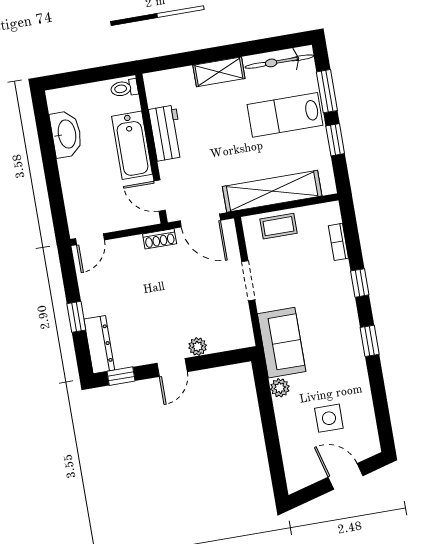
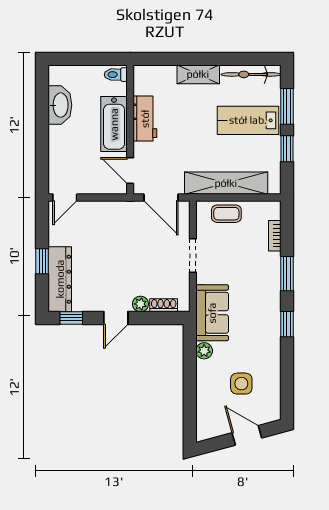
shoe rack: (160, 239) -> (164, 305), moved, turned 180
window: (360, 283) -> (287, 274), width x1.50
dresser: (99, 345) -> (60, 279), width x1.37, depth x1.24

